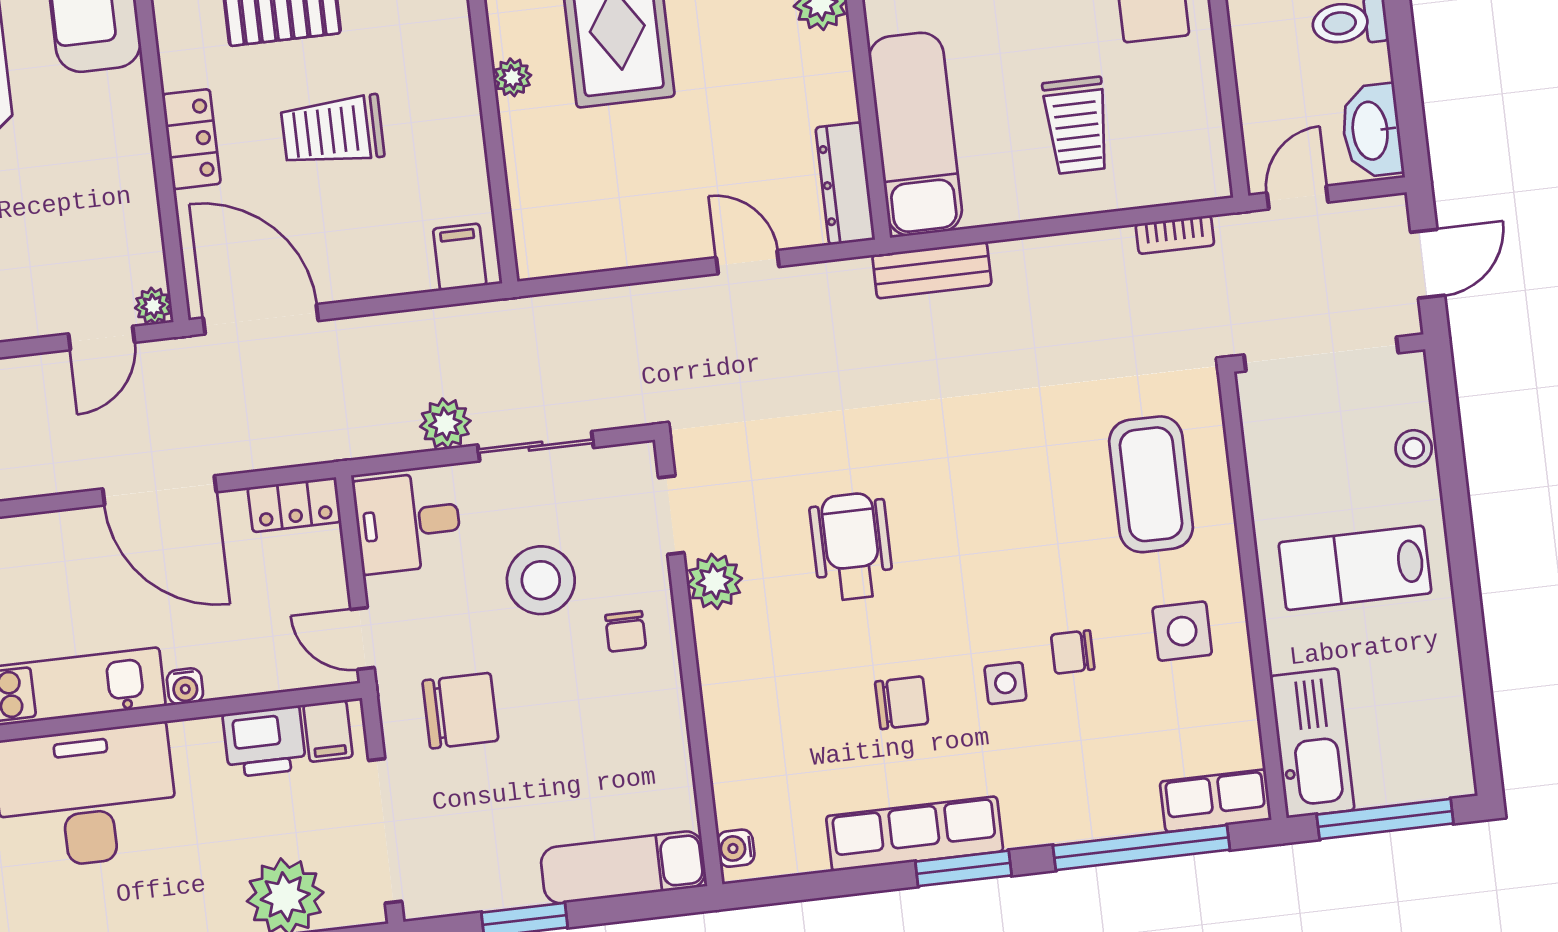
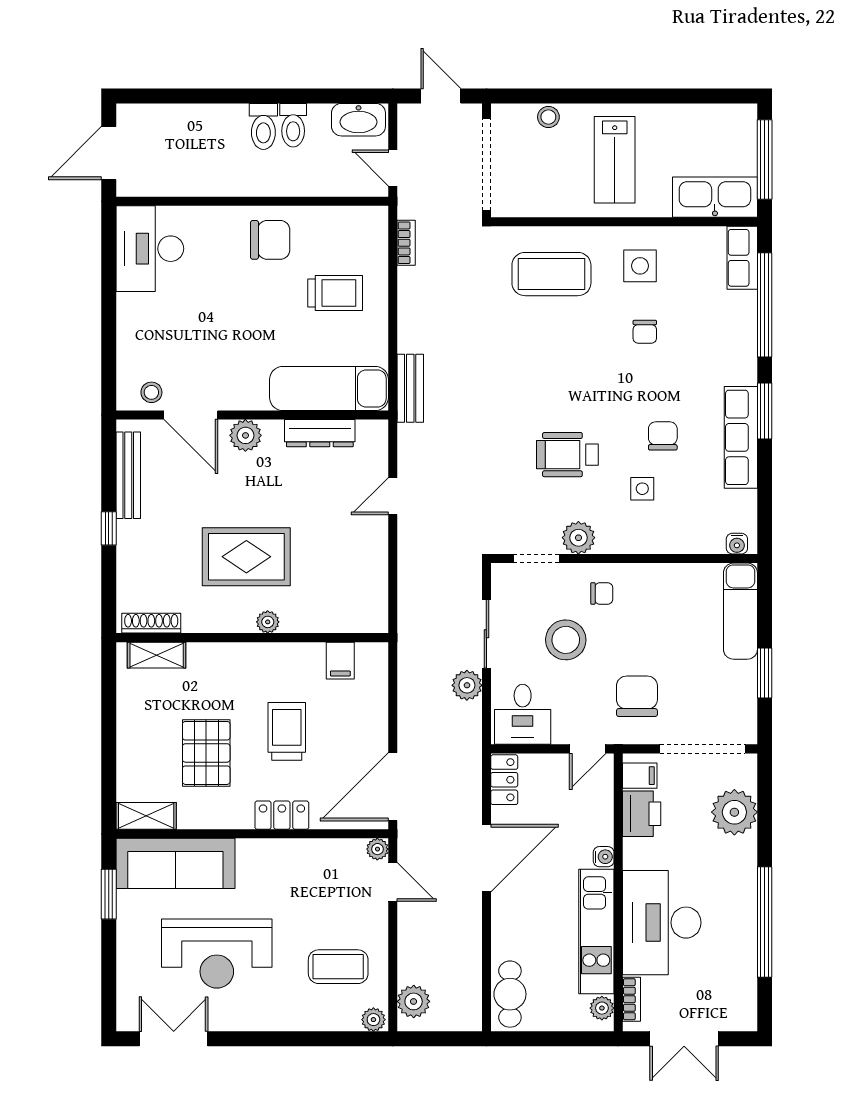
trolley: (332, 131) -> (287, 731), turned 180
dresser: (845, 184) -> (320, 433), moved
filing cabinet: (460, 257) -> (340, 661), moved, turned -90
side table: (1005, 683) -> (642, 489), moved

